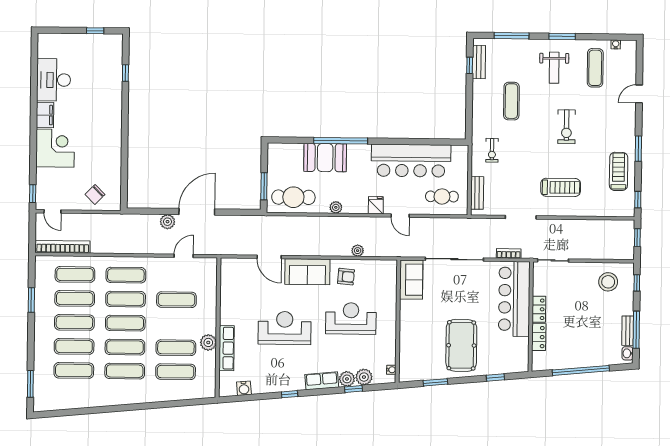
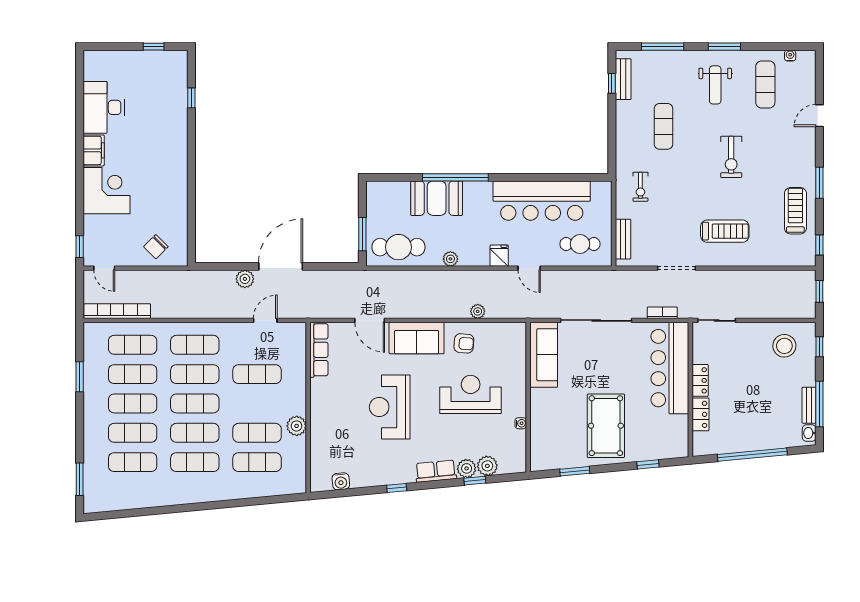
sofa: (411, 280) -> (544, 355), width x1.36
reception desk: (285, 328) -> (390, 407), turned -90
row of seats: (226, 348) -> (319, 350), moved
water cooler: (391, 370) -> (521, 423), moved

